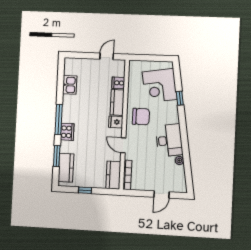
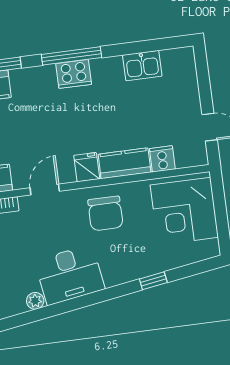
corner desk: (160, 86) -> (184, 211), moved, turned -81
cooker: (67, 132) -> (74, 74), moved

